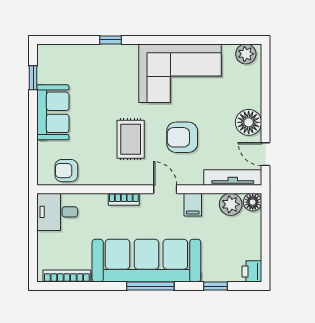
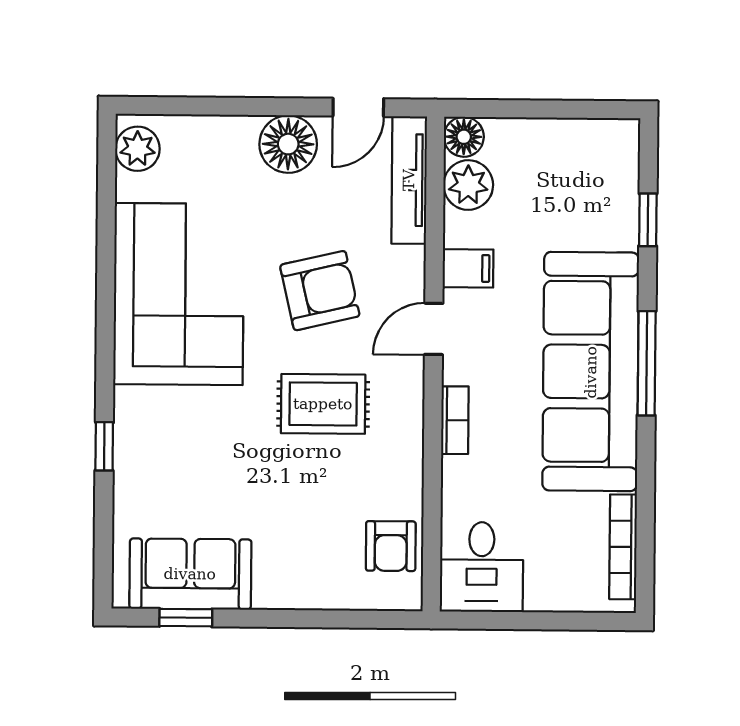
sofa: (53, 112) -> (190, 574), moved
armchair: (182, 137) -> (320, 291), turned -103
printer: (252, 271) -> (616, 140), removed

